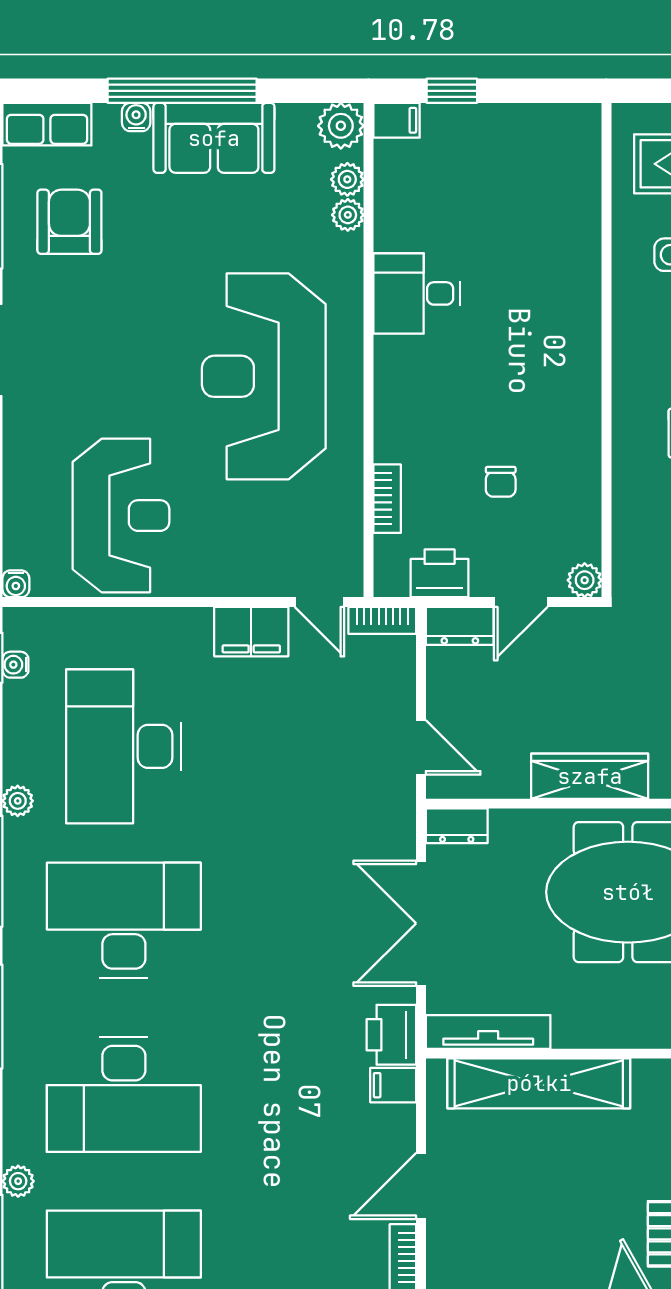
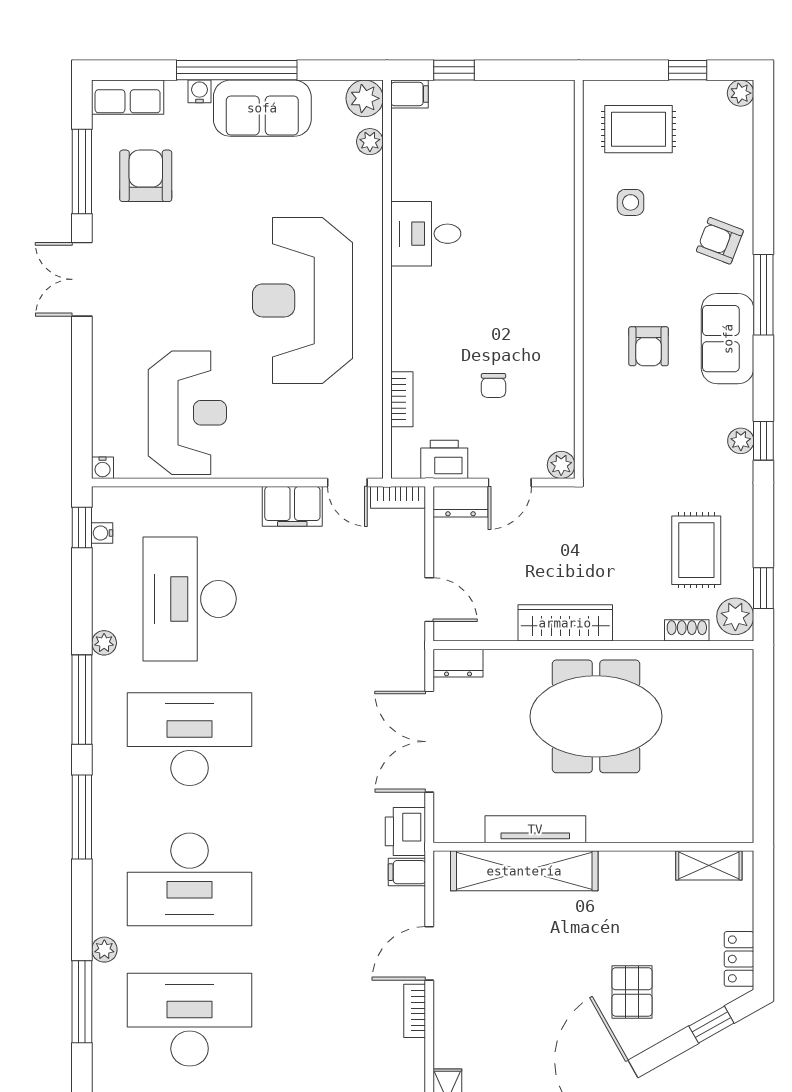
plant: (348, 215) -> (370, 170), removed
tv unit: (488, 1032) -> (535, 829), moved

